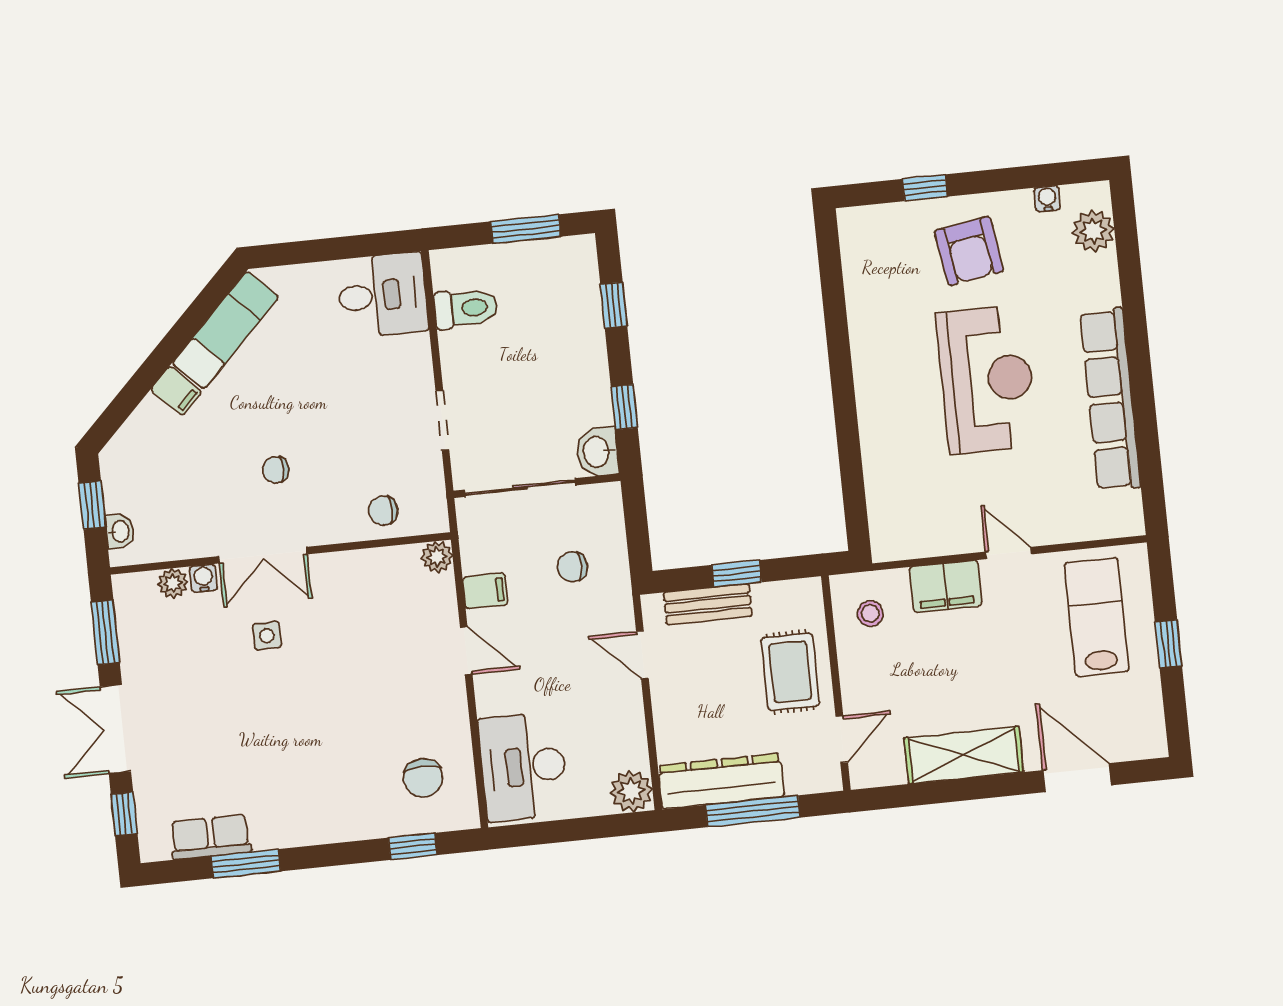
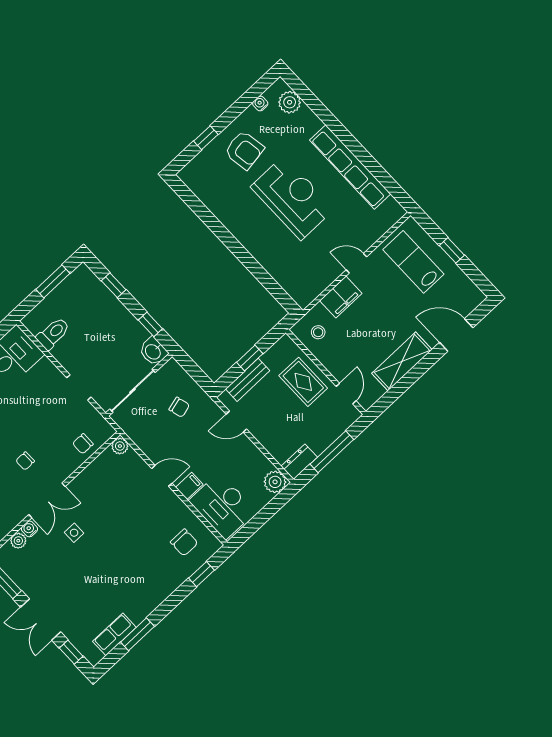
chair: (572, 567) -> (179, 407), turned -105
filing cabinet: (485, 591) -> (189, 486), moved
dresser: (721, 781) -> (299, 462), width x0.51, depth x0.80

